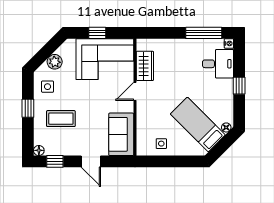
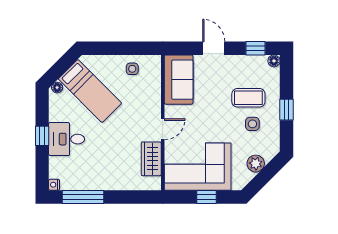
desk: (218, 64) -> (67, 139), moved
side table: (48, 87) -> (252, 124), moved

